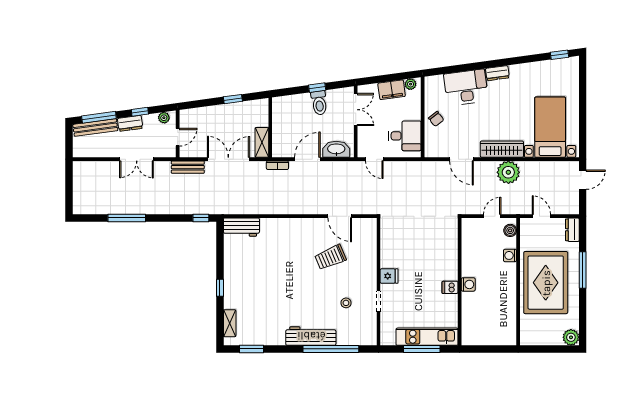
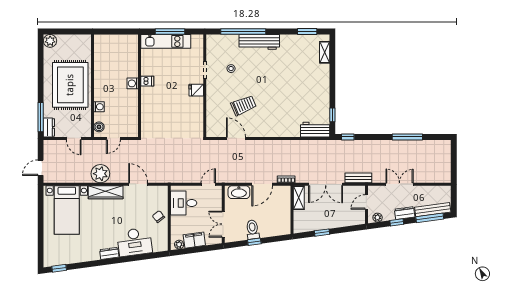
door: (374, 159) -> (208, 184), hinge flipped
window: (583, 270) -> (41, 117), moved
window: (220, 288) -> (332, 115), moved

